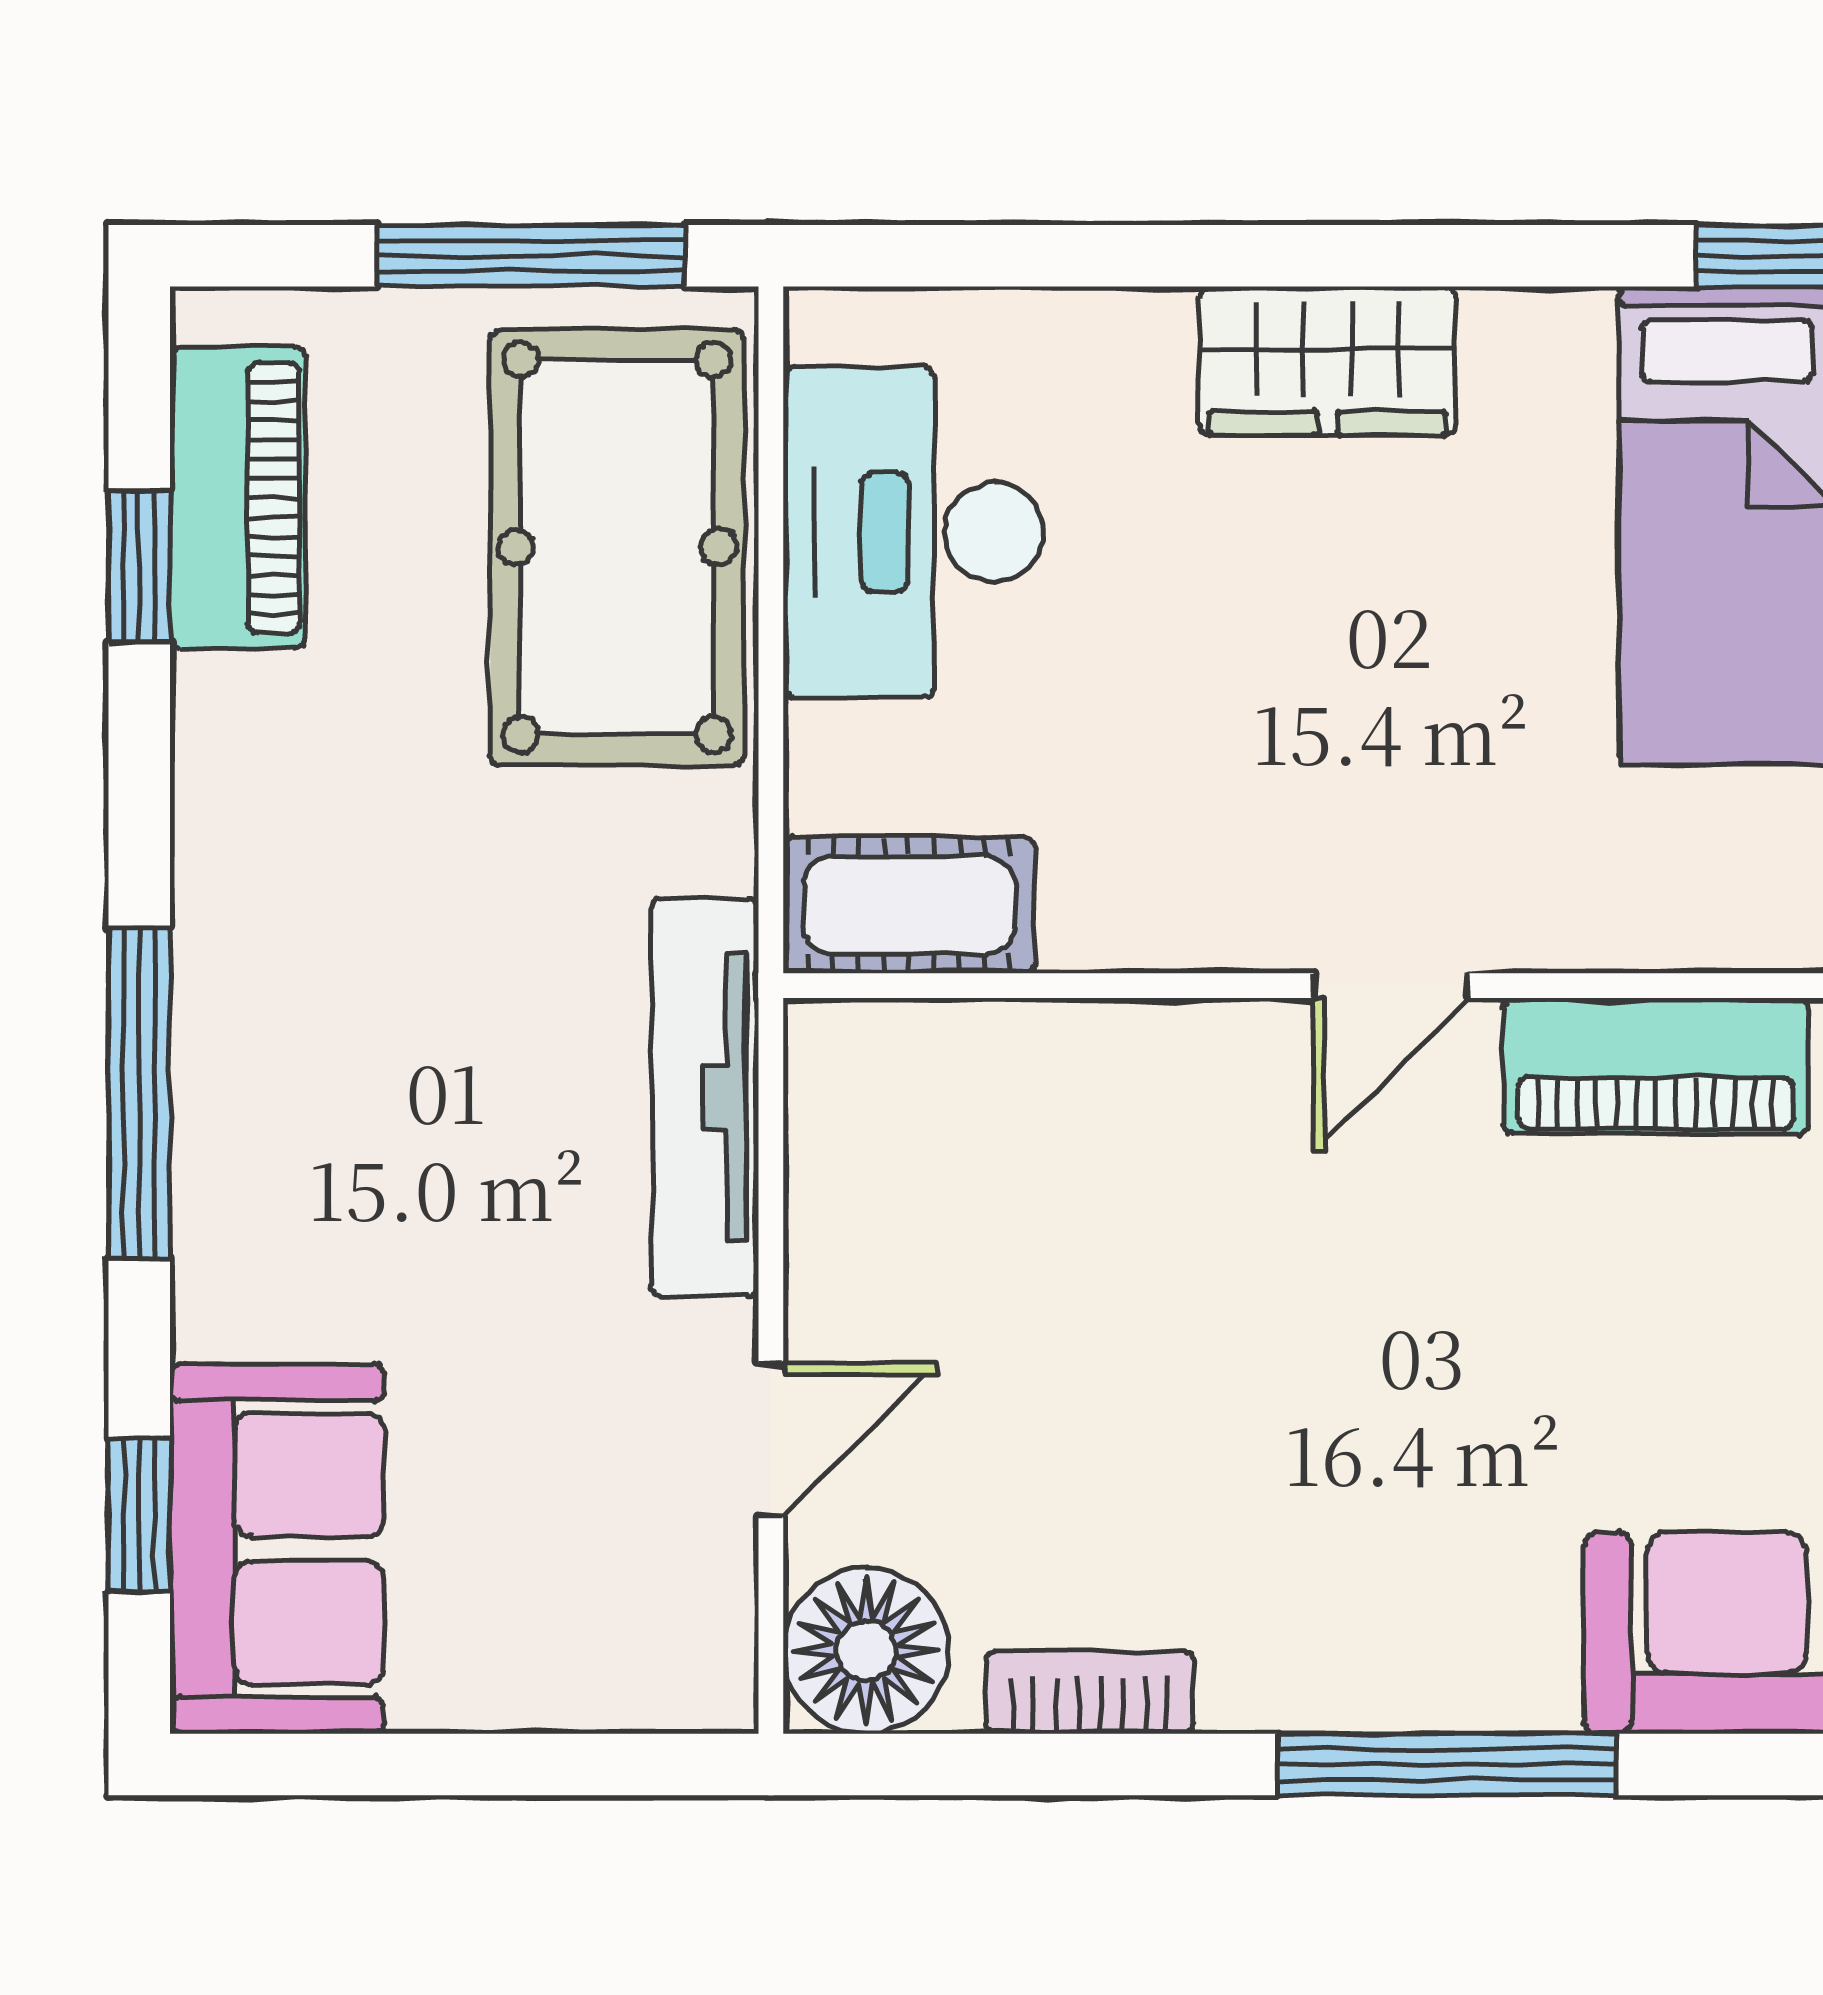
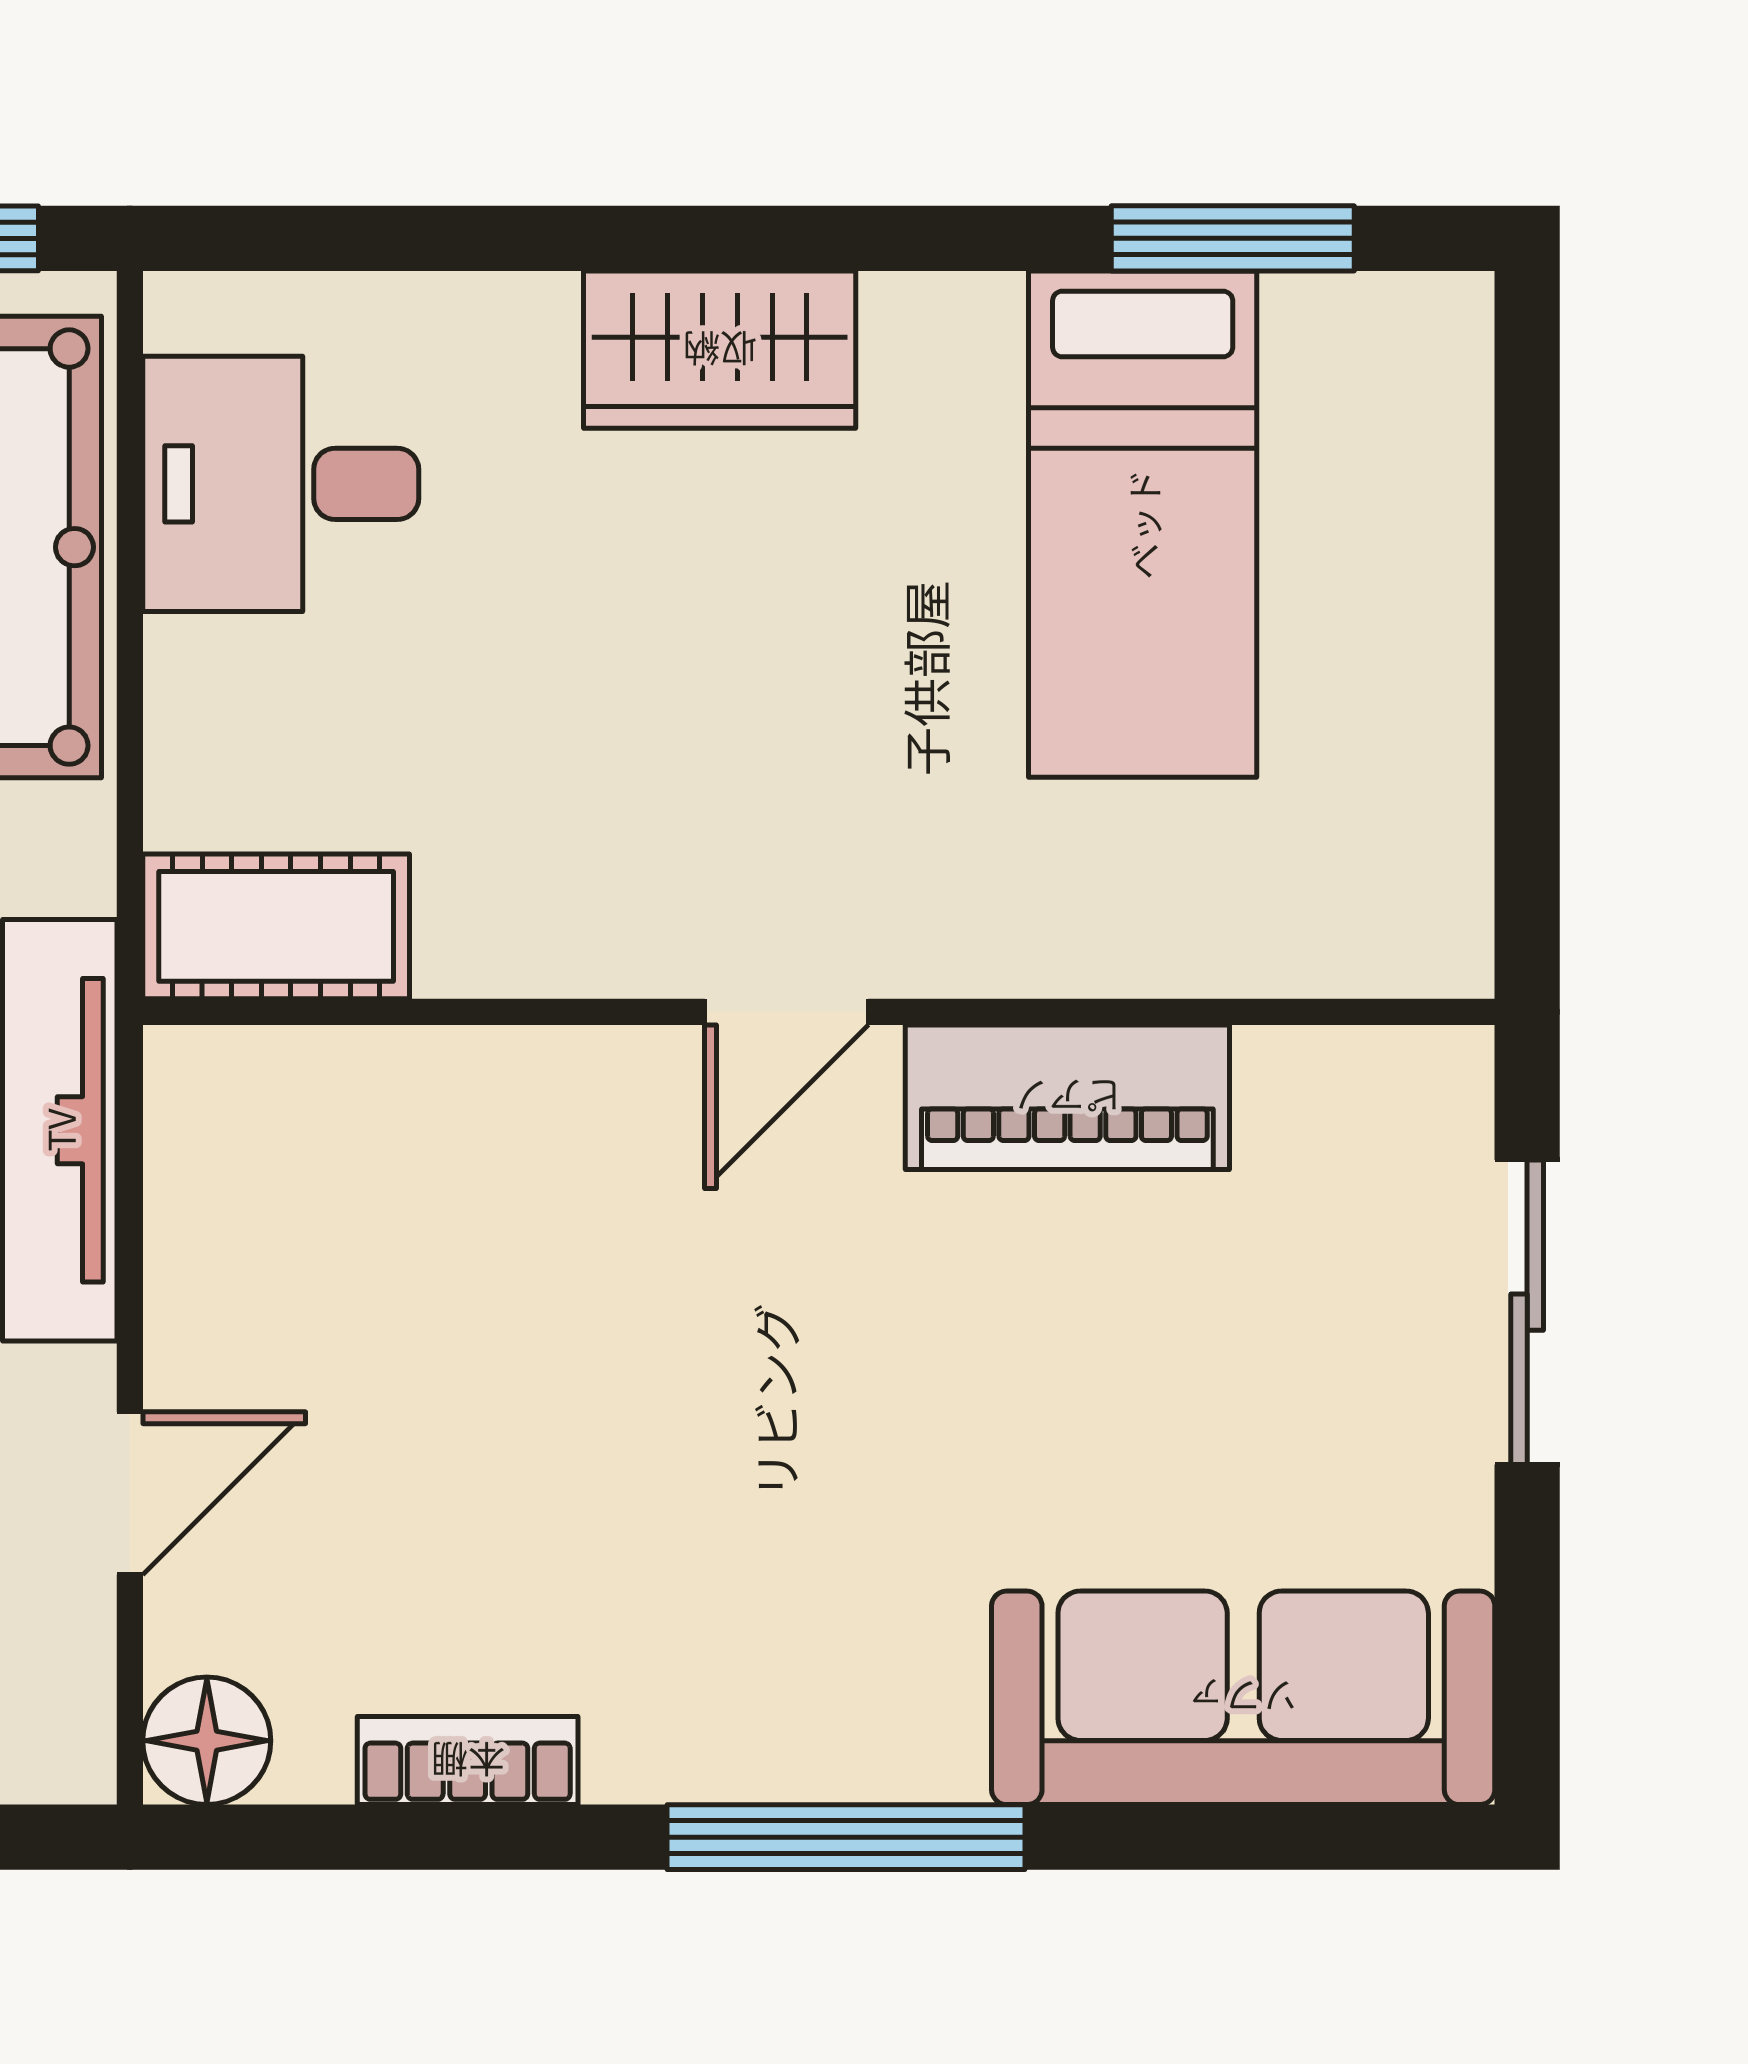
desk: (913, 532) -> (281, 484), width x0.73
floor lamp: (866, 1651) -> (207, 1741), width x0.73, depth x0.73

